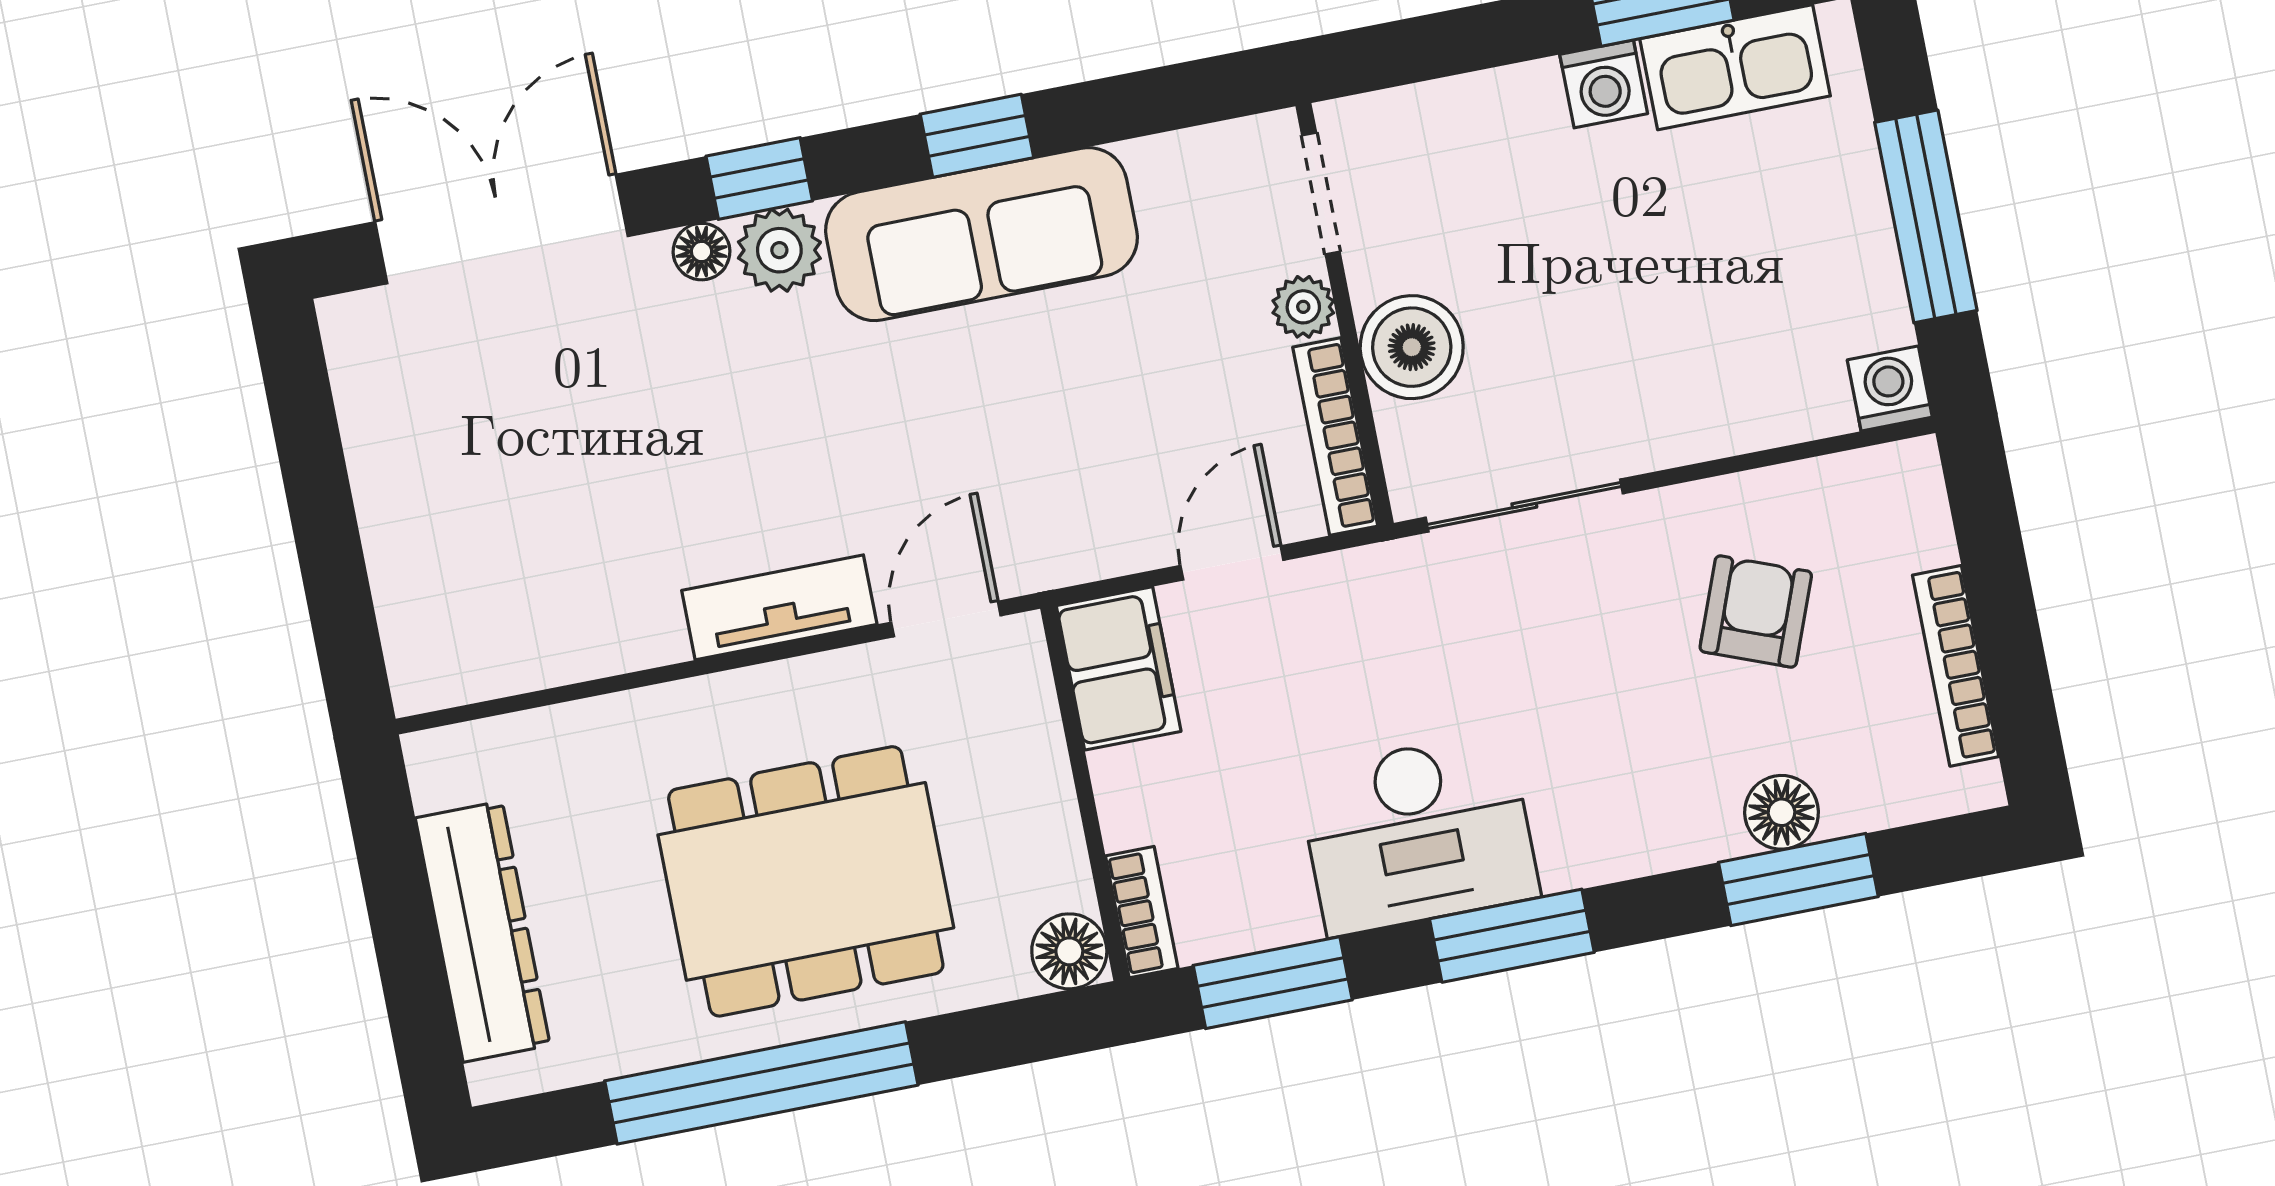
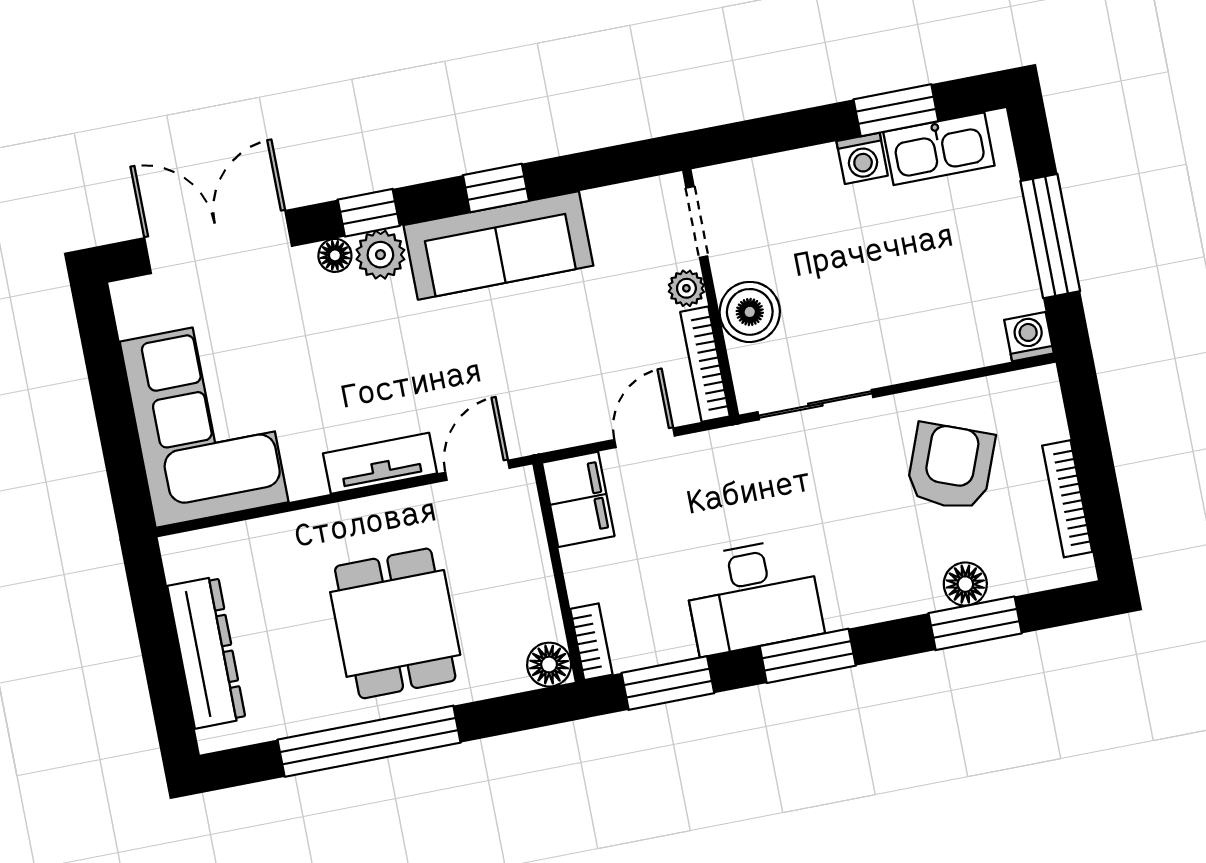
corner sofa: (478, 537) -> (204, 422), added
armchair: (1756, 612) -> (950, 467), width x1.38, depth x1.38
dining table: (806, 881) -> (395, 623), width x0.73

